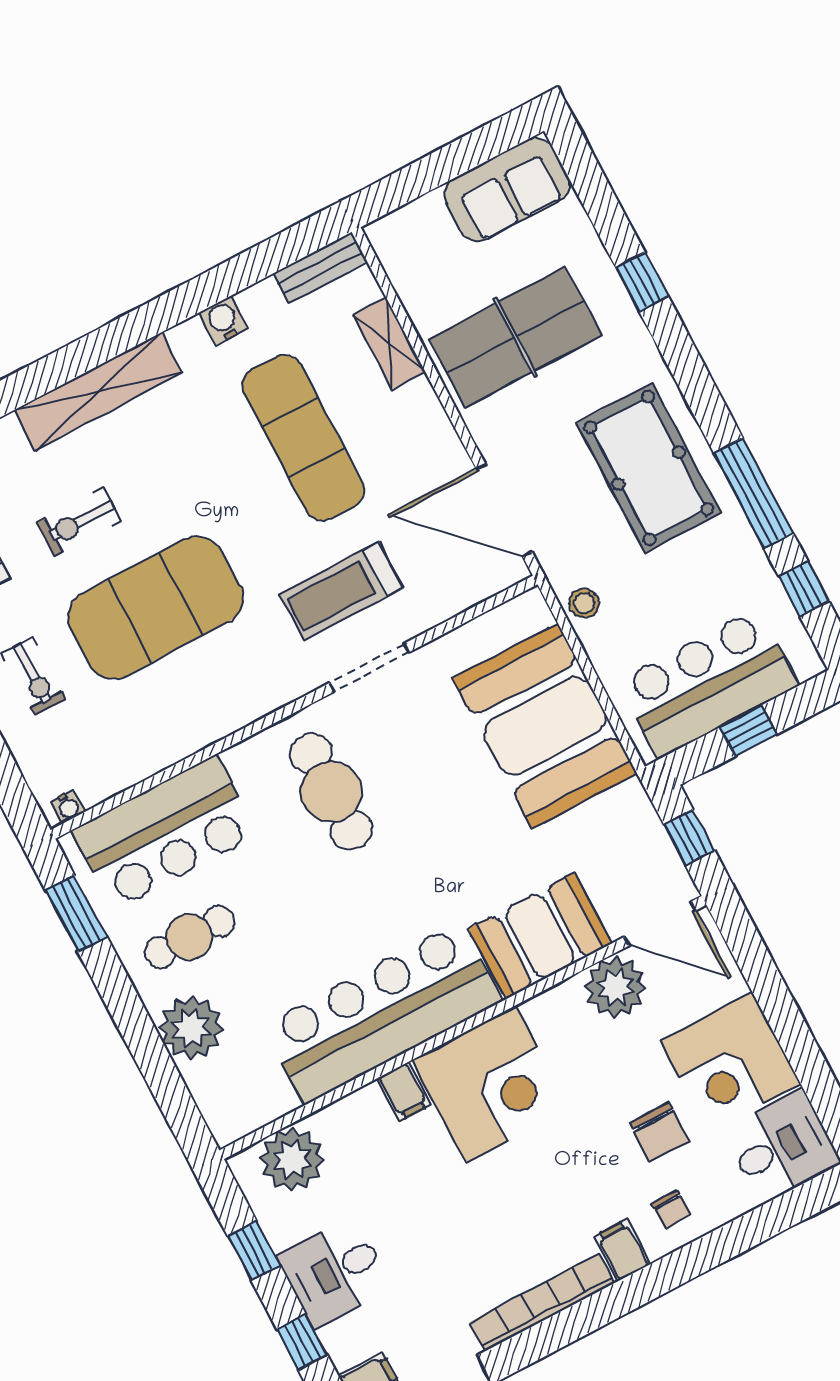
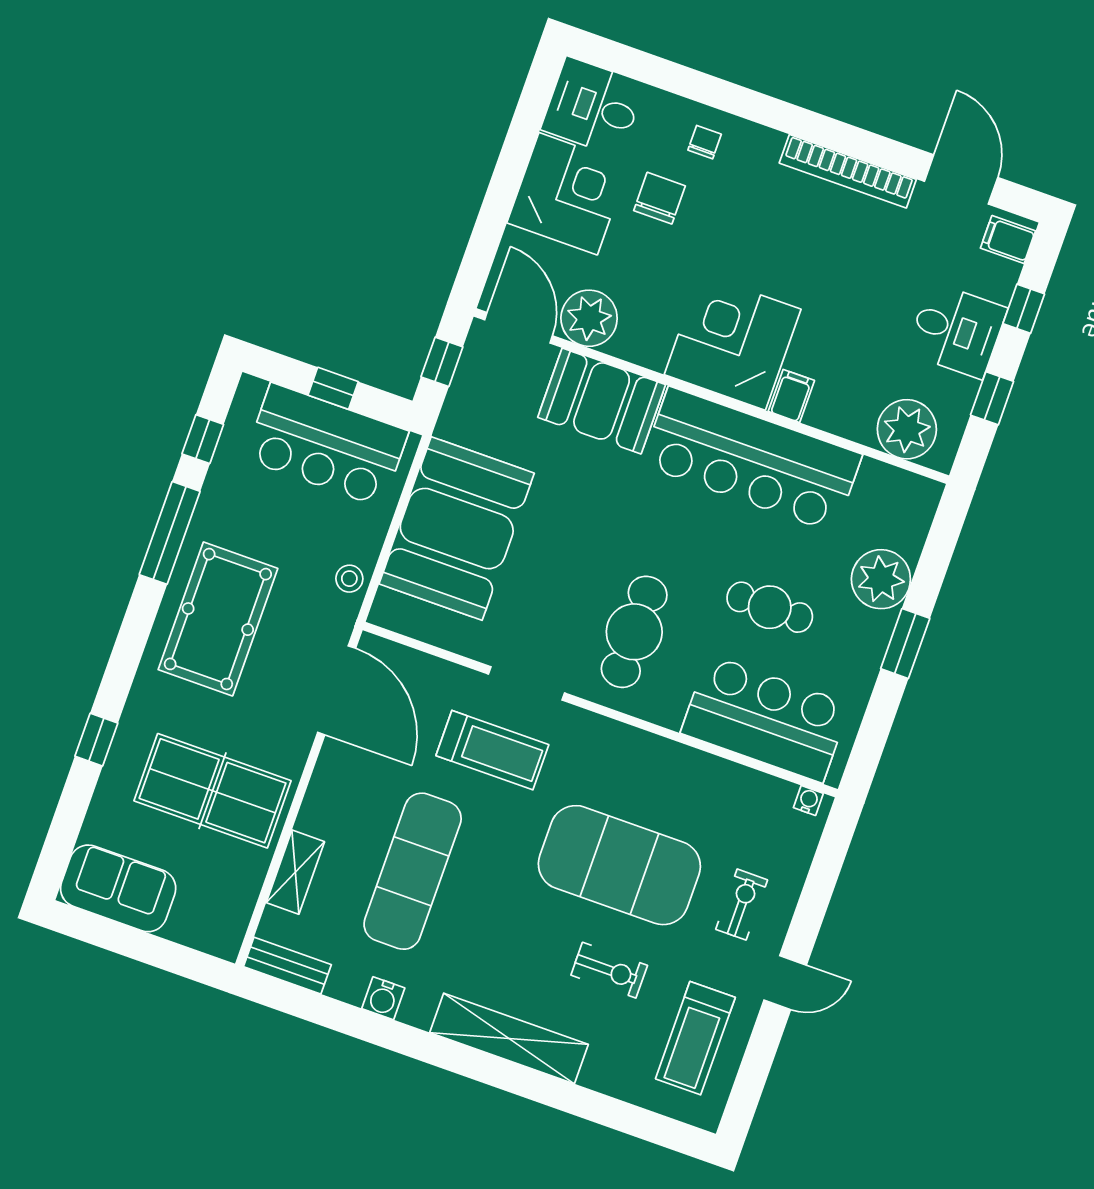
window: (76, 913) -> (905, 643), moved
cafe table: (190, 937) -> (770, 607), moved
filing cabinet: (623, 1250) -> (762, 150), removed

